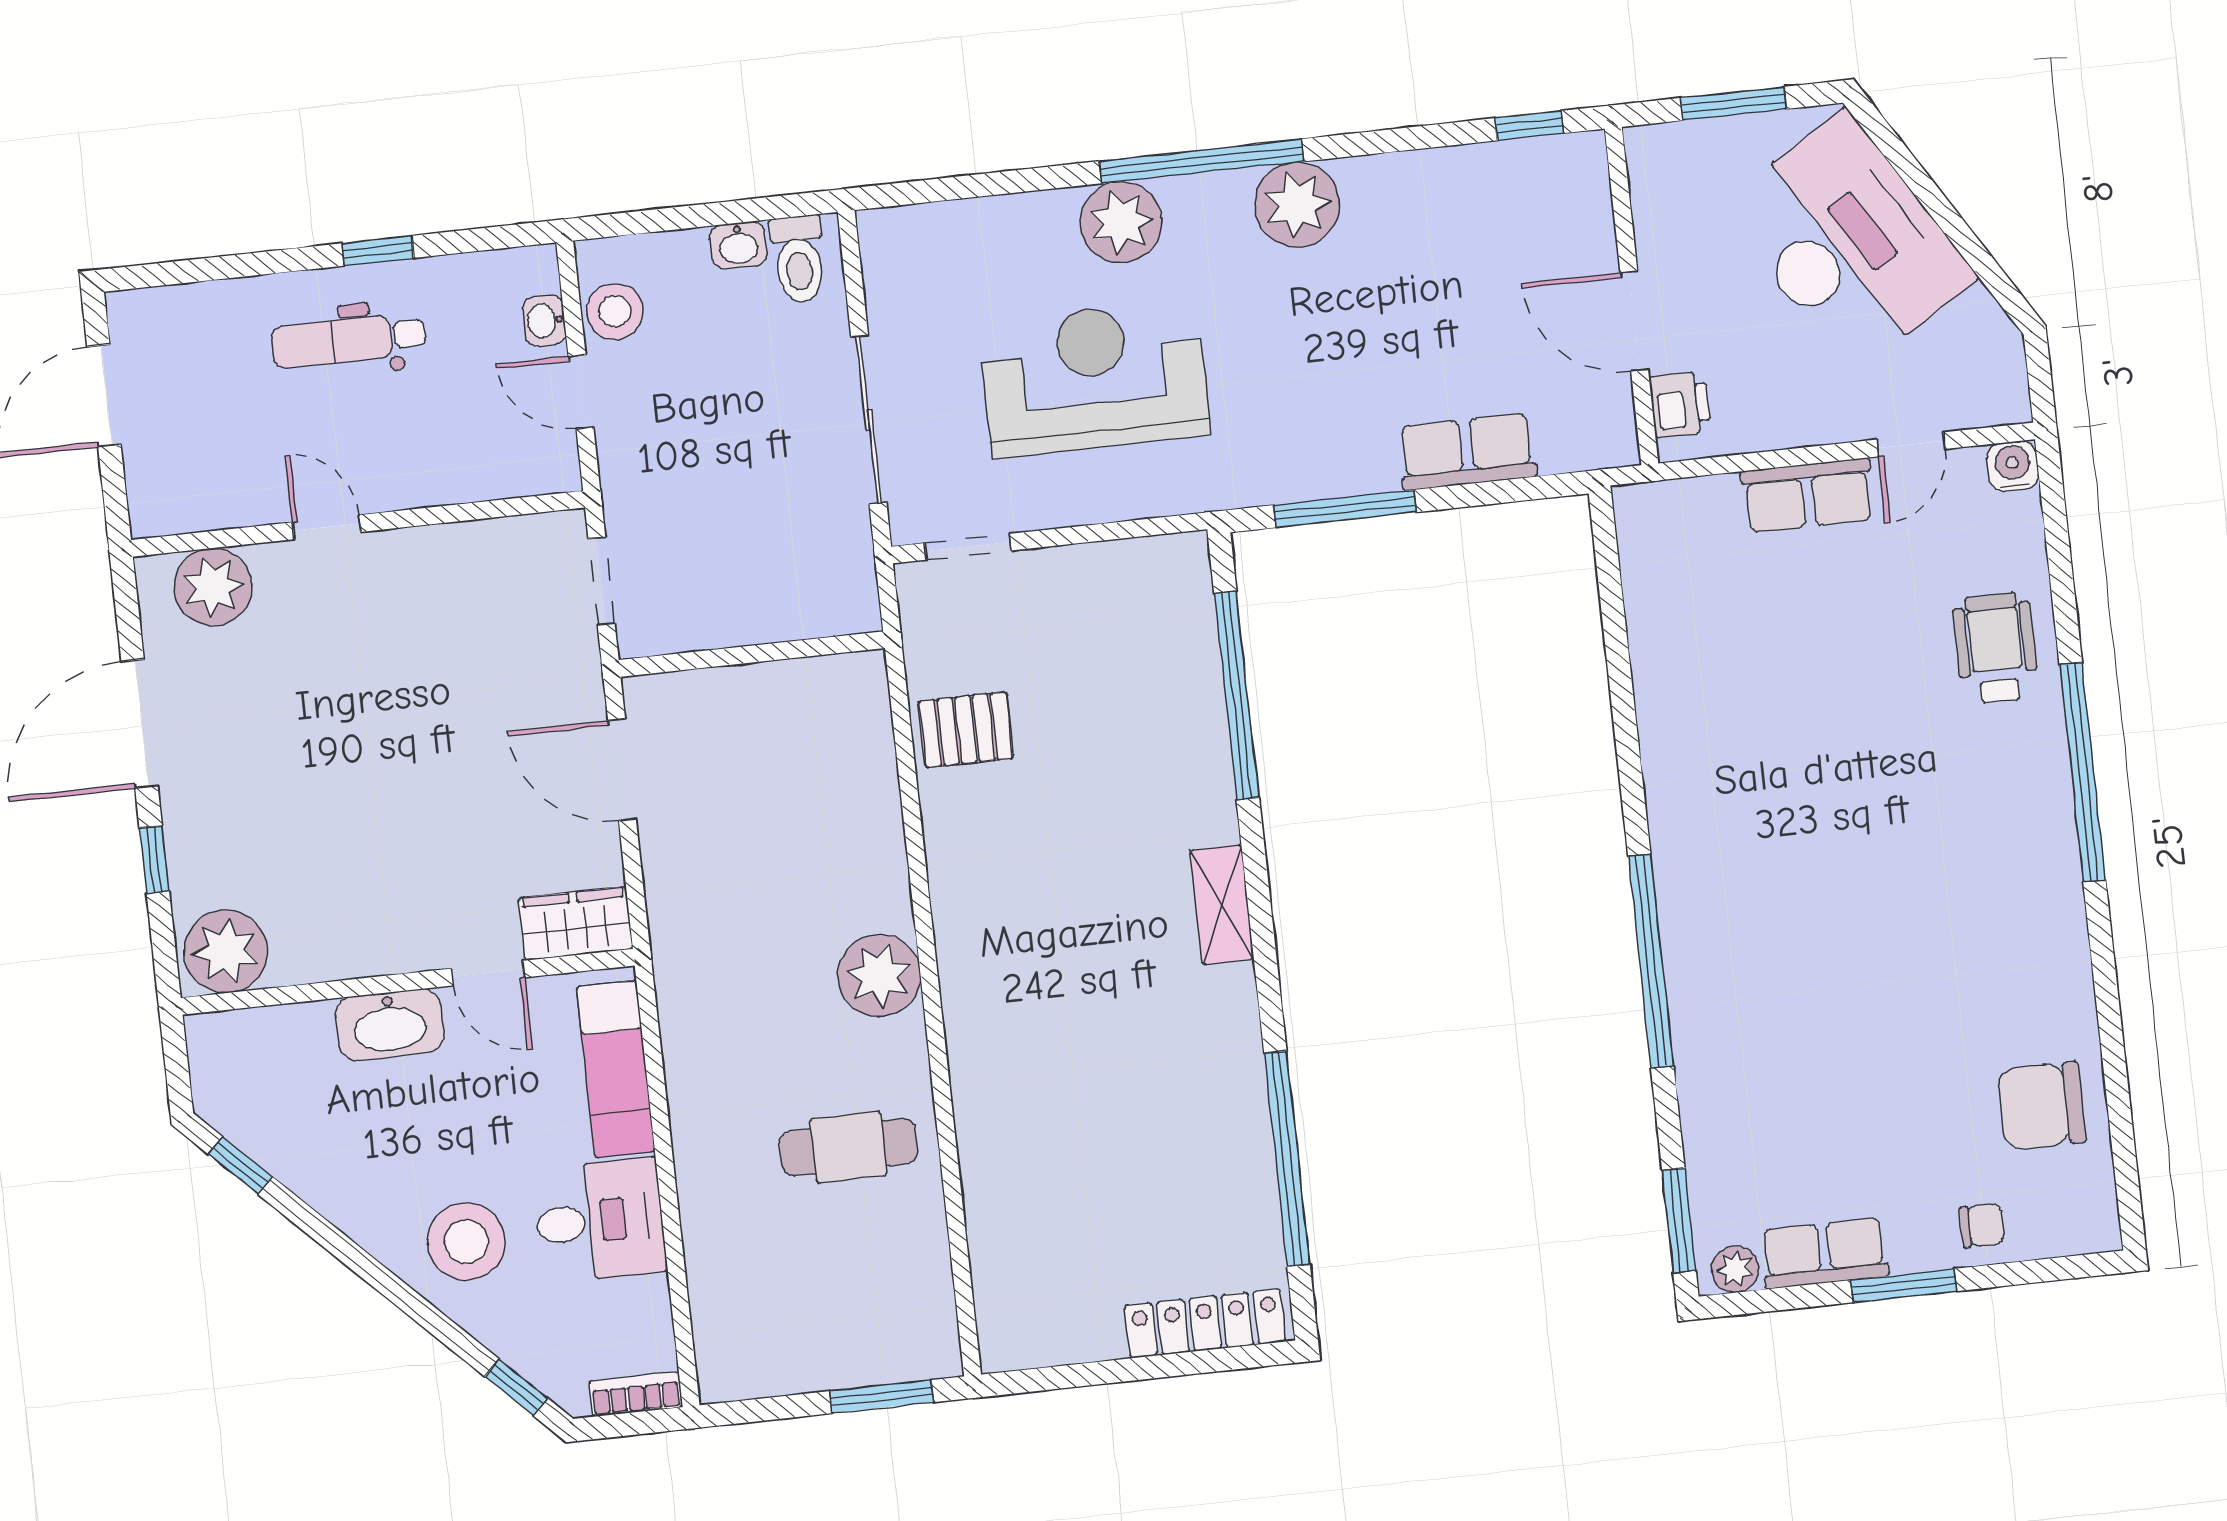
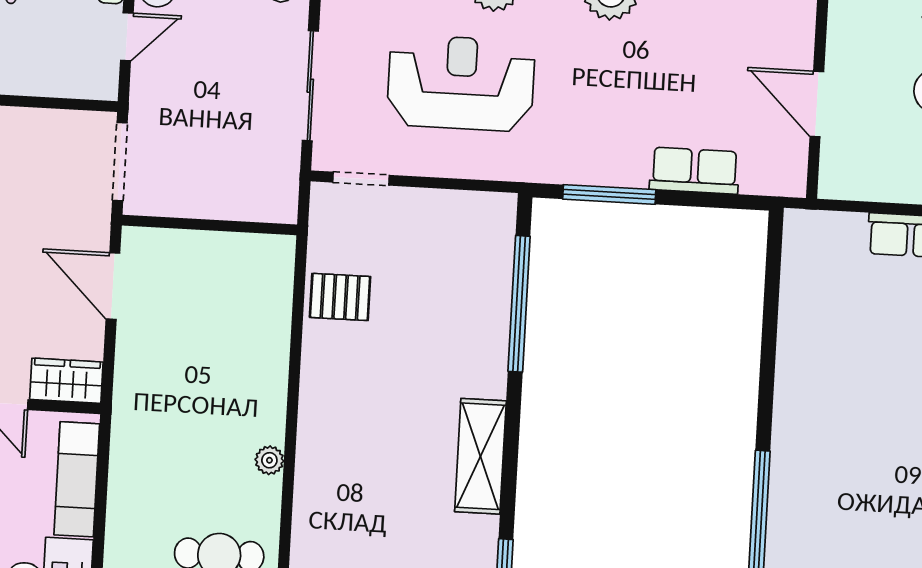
door: (581, 392) -> (127, 37), swing flipped
printer: (1680, 404) -> (838, 163), removed
doorway: (602, 581) -> (120, 162), width x1.38
shelving: (1222, 905) -> (480, 456), width x1.50, depth x1.33
plant: (879, 975) -> (269, 460), width x0.53, depth x0.53

